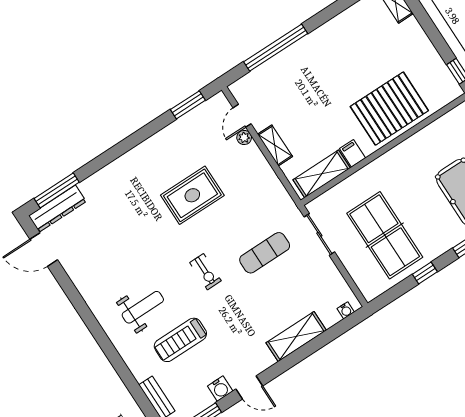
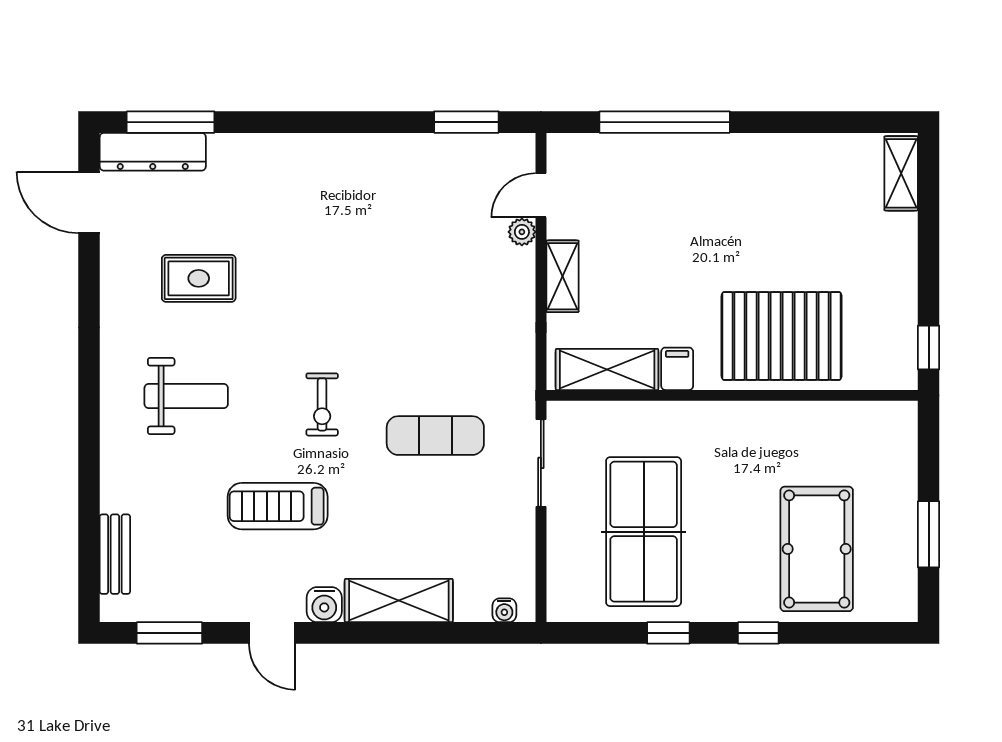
rug: (192, 195) -> (199, 278), moved, width x0.73, depth x0.70
treadmill: (180, 340) -> (278, 506), moved
water cooler: (220, 389) -> (324, 605), moved

